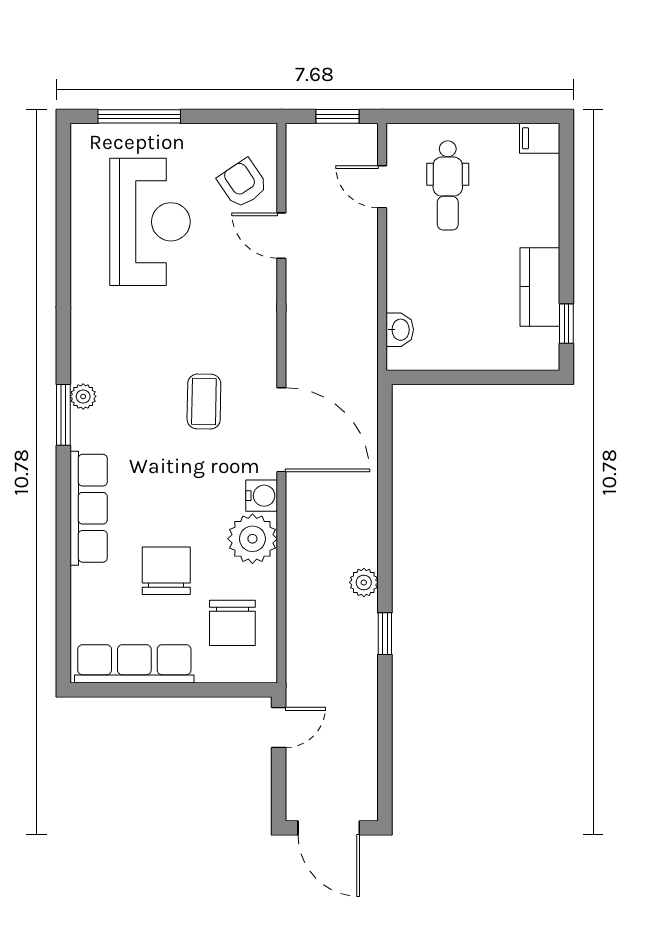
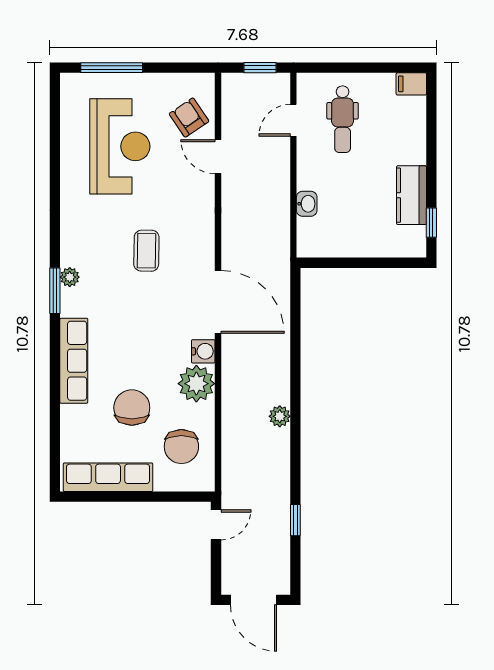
door: (382, 187) -> (293, 120), hinge flipped
washbasin: (400, 330) -> (307, 204), moved
coffee table: (204, 402) -> (146, 251), moved
window: (385, 634) -> (295, 520), moved

